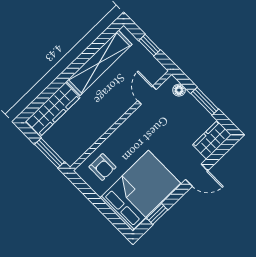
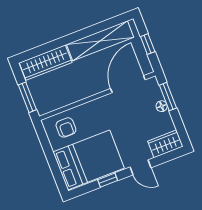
floor lamp: (179, 90) -> (162, 106), moved
door: (147, 95) -> (128, 84), width x1.88
window: (205, 101) -> (168, 97), moved
window: (157, 214) -> (108, 180), moved

